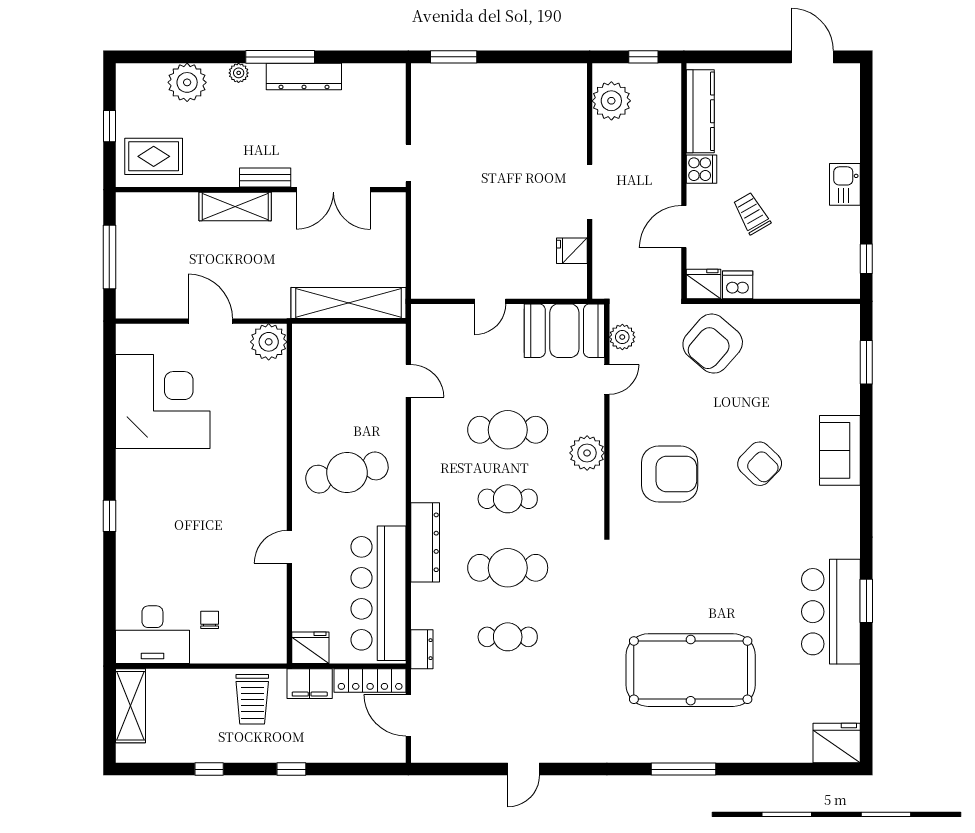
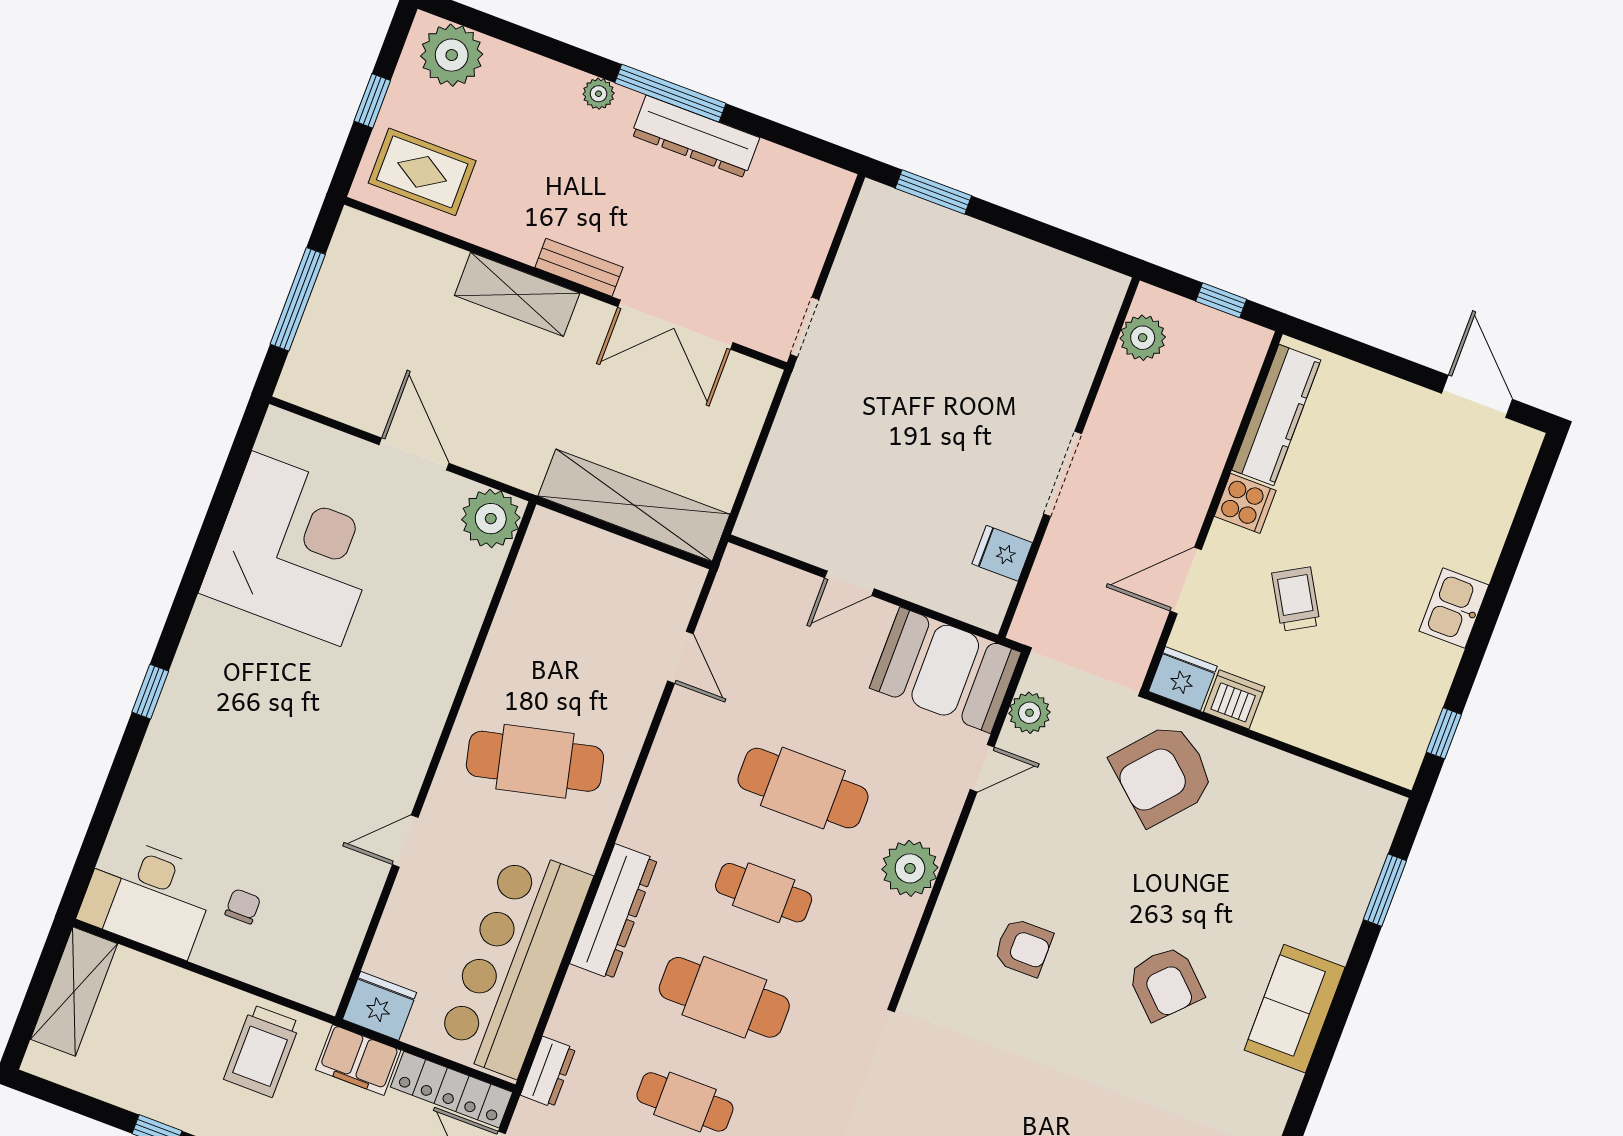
plant: (187, 82) -> (452, 55), moved
plant: (611, 101) -> (1143, 338), width x0.73, depth x0.73
armchair: (670, 474) -> (1023, 947), width x0.53, depth x0.53

